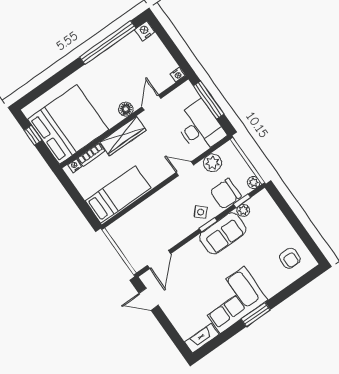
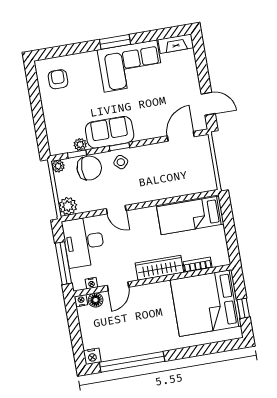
floor lamp: (126, 109) -> (96, 300), moved
plant: (212, 163) -> (68, 206), moved
nightstand: (75, 166) -> (91, 283), moved

